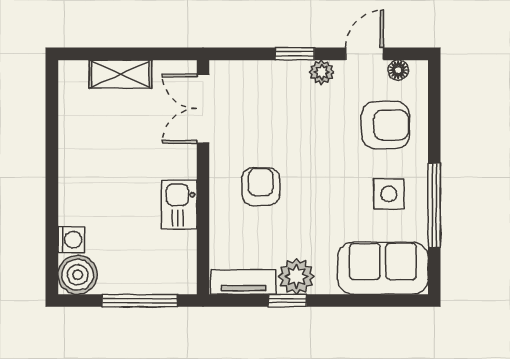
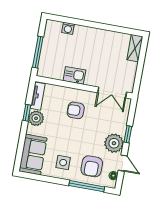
plant: (322, 72) -> (114, 143), width x1.87, depth x1.87
shelving: (120, 74) -> (135, 48), moved
double door: (203, 109) -> (112, 92), swing flipped
armchair: (261, 187) -> (76, 110), turned 180
window: (434, 205) -> (87, 186), moved
boiler: (78, 275) -> (53, 28), removed

